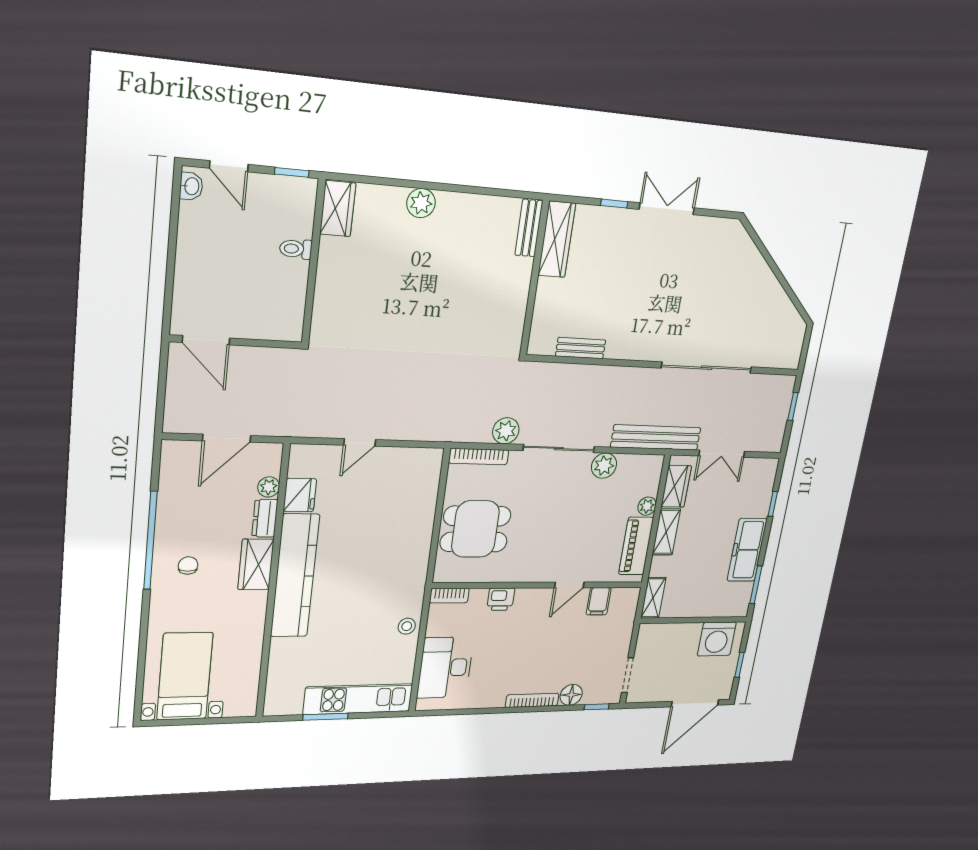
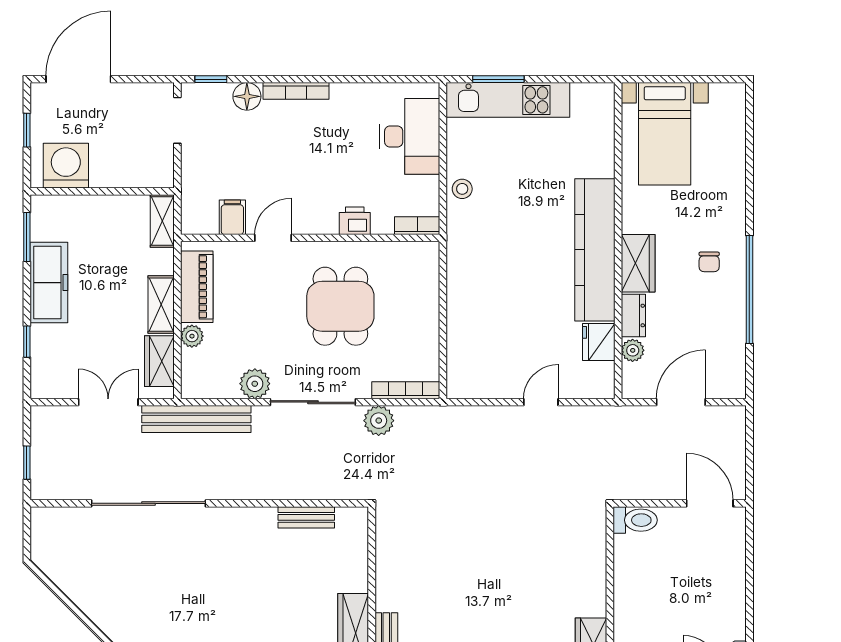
toilet: (296, 249) -> (635, 520), moved, width x1.37, depth x1.39
dining table: (475, 529) -> (340, 306), moved, turned 90
bed with nightstands: (185, 676) -> (665, 134), moved
window: (326, 717) -> (498, 79), moved

